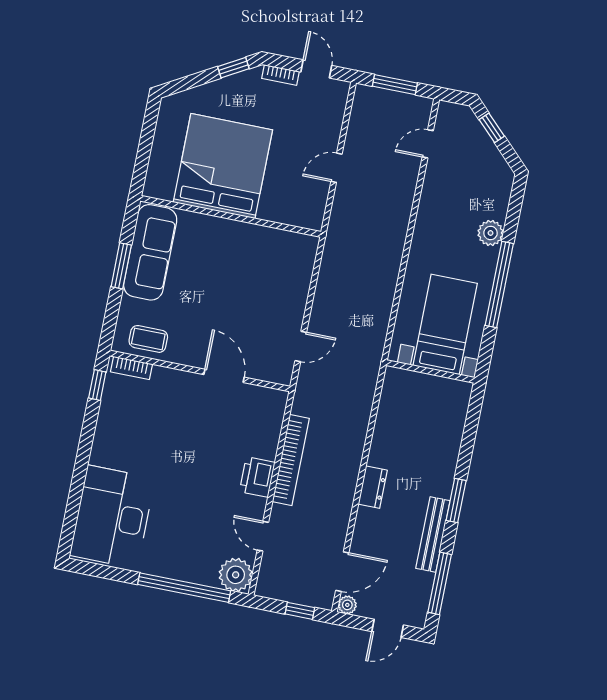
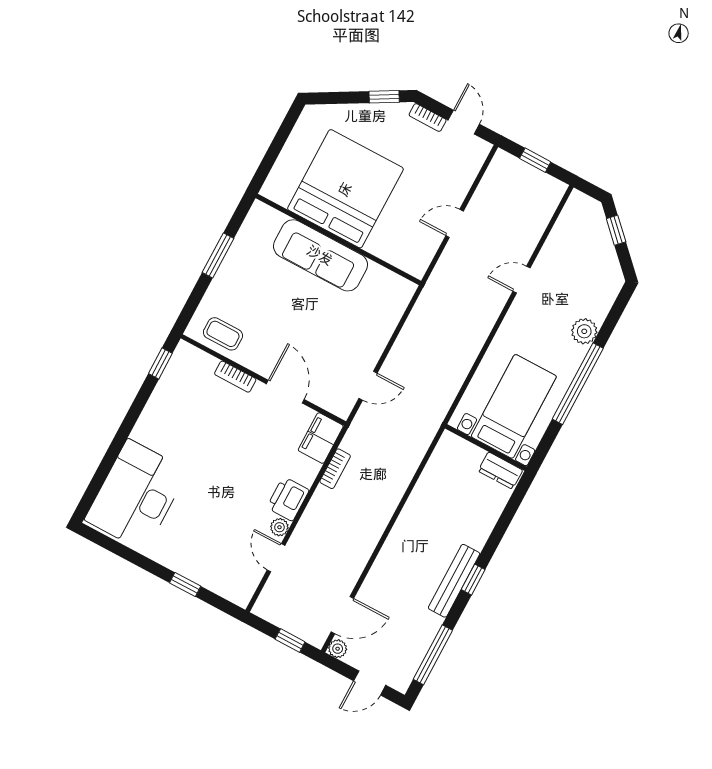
window: (395, 85) -> (535, 160), width x0.67
door: (428, 144) -> (522, 280), moved
sofa: (150, 252) -> (320, 255), moved, turned 90
bookcase: (131, 368) -> (235, 377), moved
filing cabinet: (271, 410) -> (321, 438), added
bookcase: (291, 460) -> (335, 469), width x0.43, depth x0.76
dresser: (373, 487) -> (500, 471), moved, turned 90
window: (456, 501) -> (473, 580), width x0.67
bench: (433, 534) -> (454, 581), moved
plant: (236, 575) -> (279, 527), moved, width x0.53, depth x0.53
window: (184, 588) -> (185, 584), width x0.32

